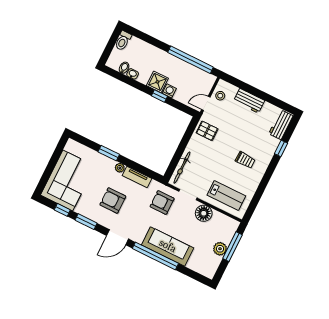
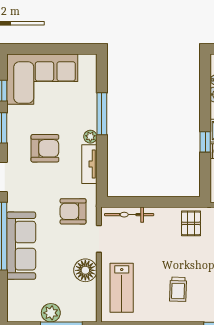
window: (109, 153) -> (102, 114), width x1.44
armchair: (113, 200) -> (45, 148), turned 90
armchair: (162, 202) -> (73, 211), turned -90

